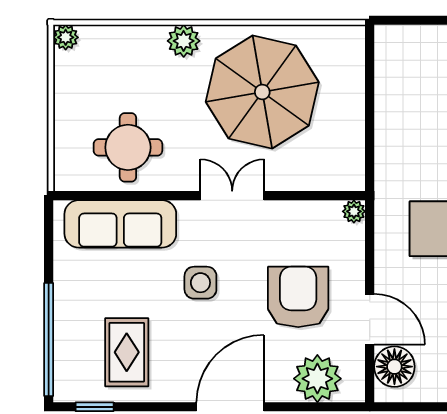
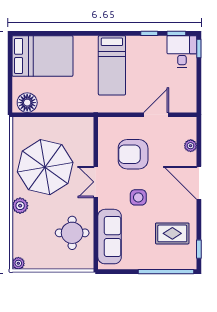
plant: (354, 211) -> (103, 122), removed
armchair: (298, 297) -> (133, 154), moved
floor lamp: (394, 367) -> (27, 103), moved
plant: (317, 379) -> (191, 146), width x0.53, depth x0.53

